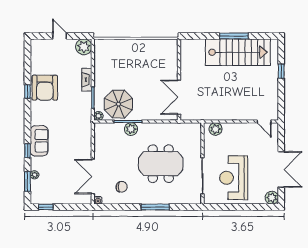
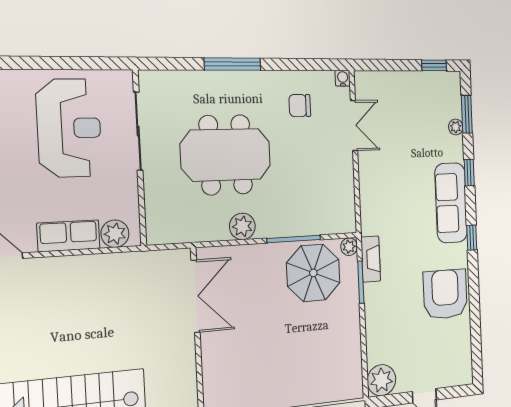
fireplace: (87, 80) -> (371, 259), moved
window: (27, 92) -> (472, 238), moved
plant: (131, 129) -> (242, 226), moved
row of seats: (236, 129) -> (69, 236), added
sofa: (39, 141) -> (451, 203), width x1.36
double door: (93, 177) -> (354, 126), width x0.73

